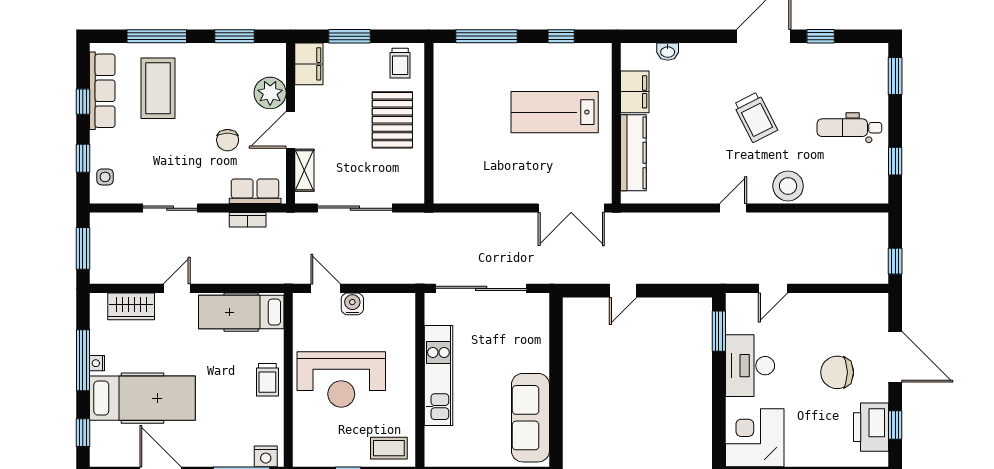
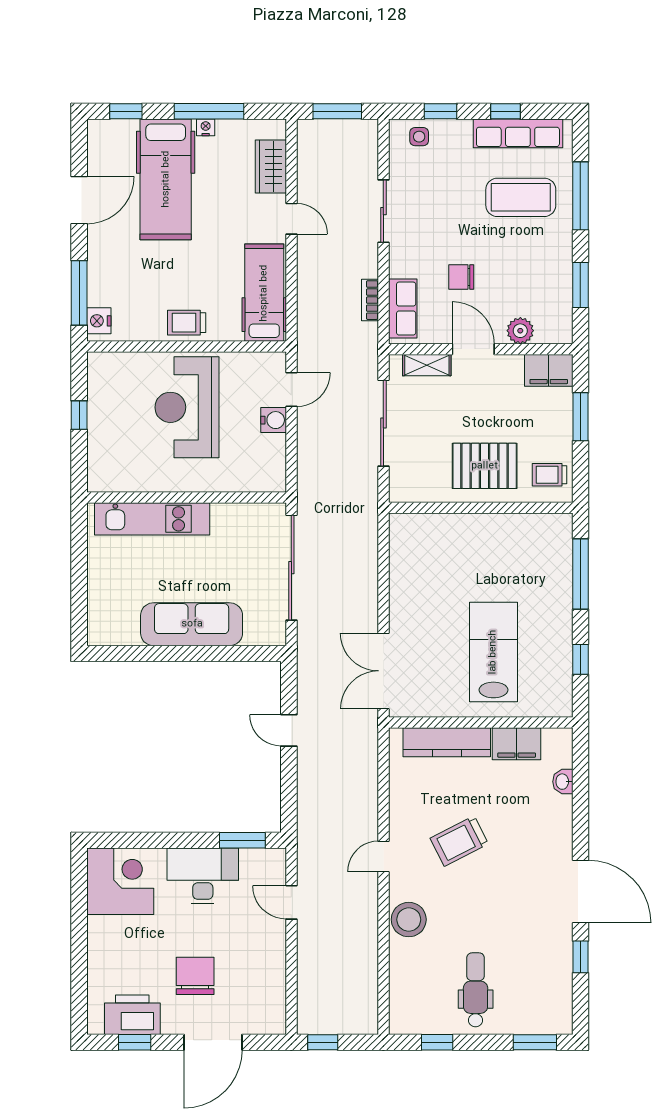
plant: (270, 93) -> (520, 331), width x0.73, depth x0.73
trolley: (756, 117) -> (459, 841), moved
door: (733, 208) -> (383, 857), swing flipped
kitchen unit: (438, 376) -> (152, 519), moved
sofa: (530, 418) -> (192, 624), moved
coffee table: (389, 448) -> (108, 462), removed

